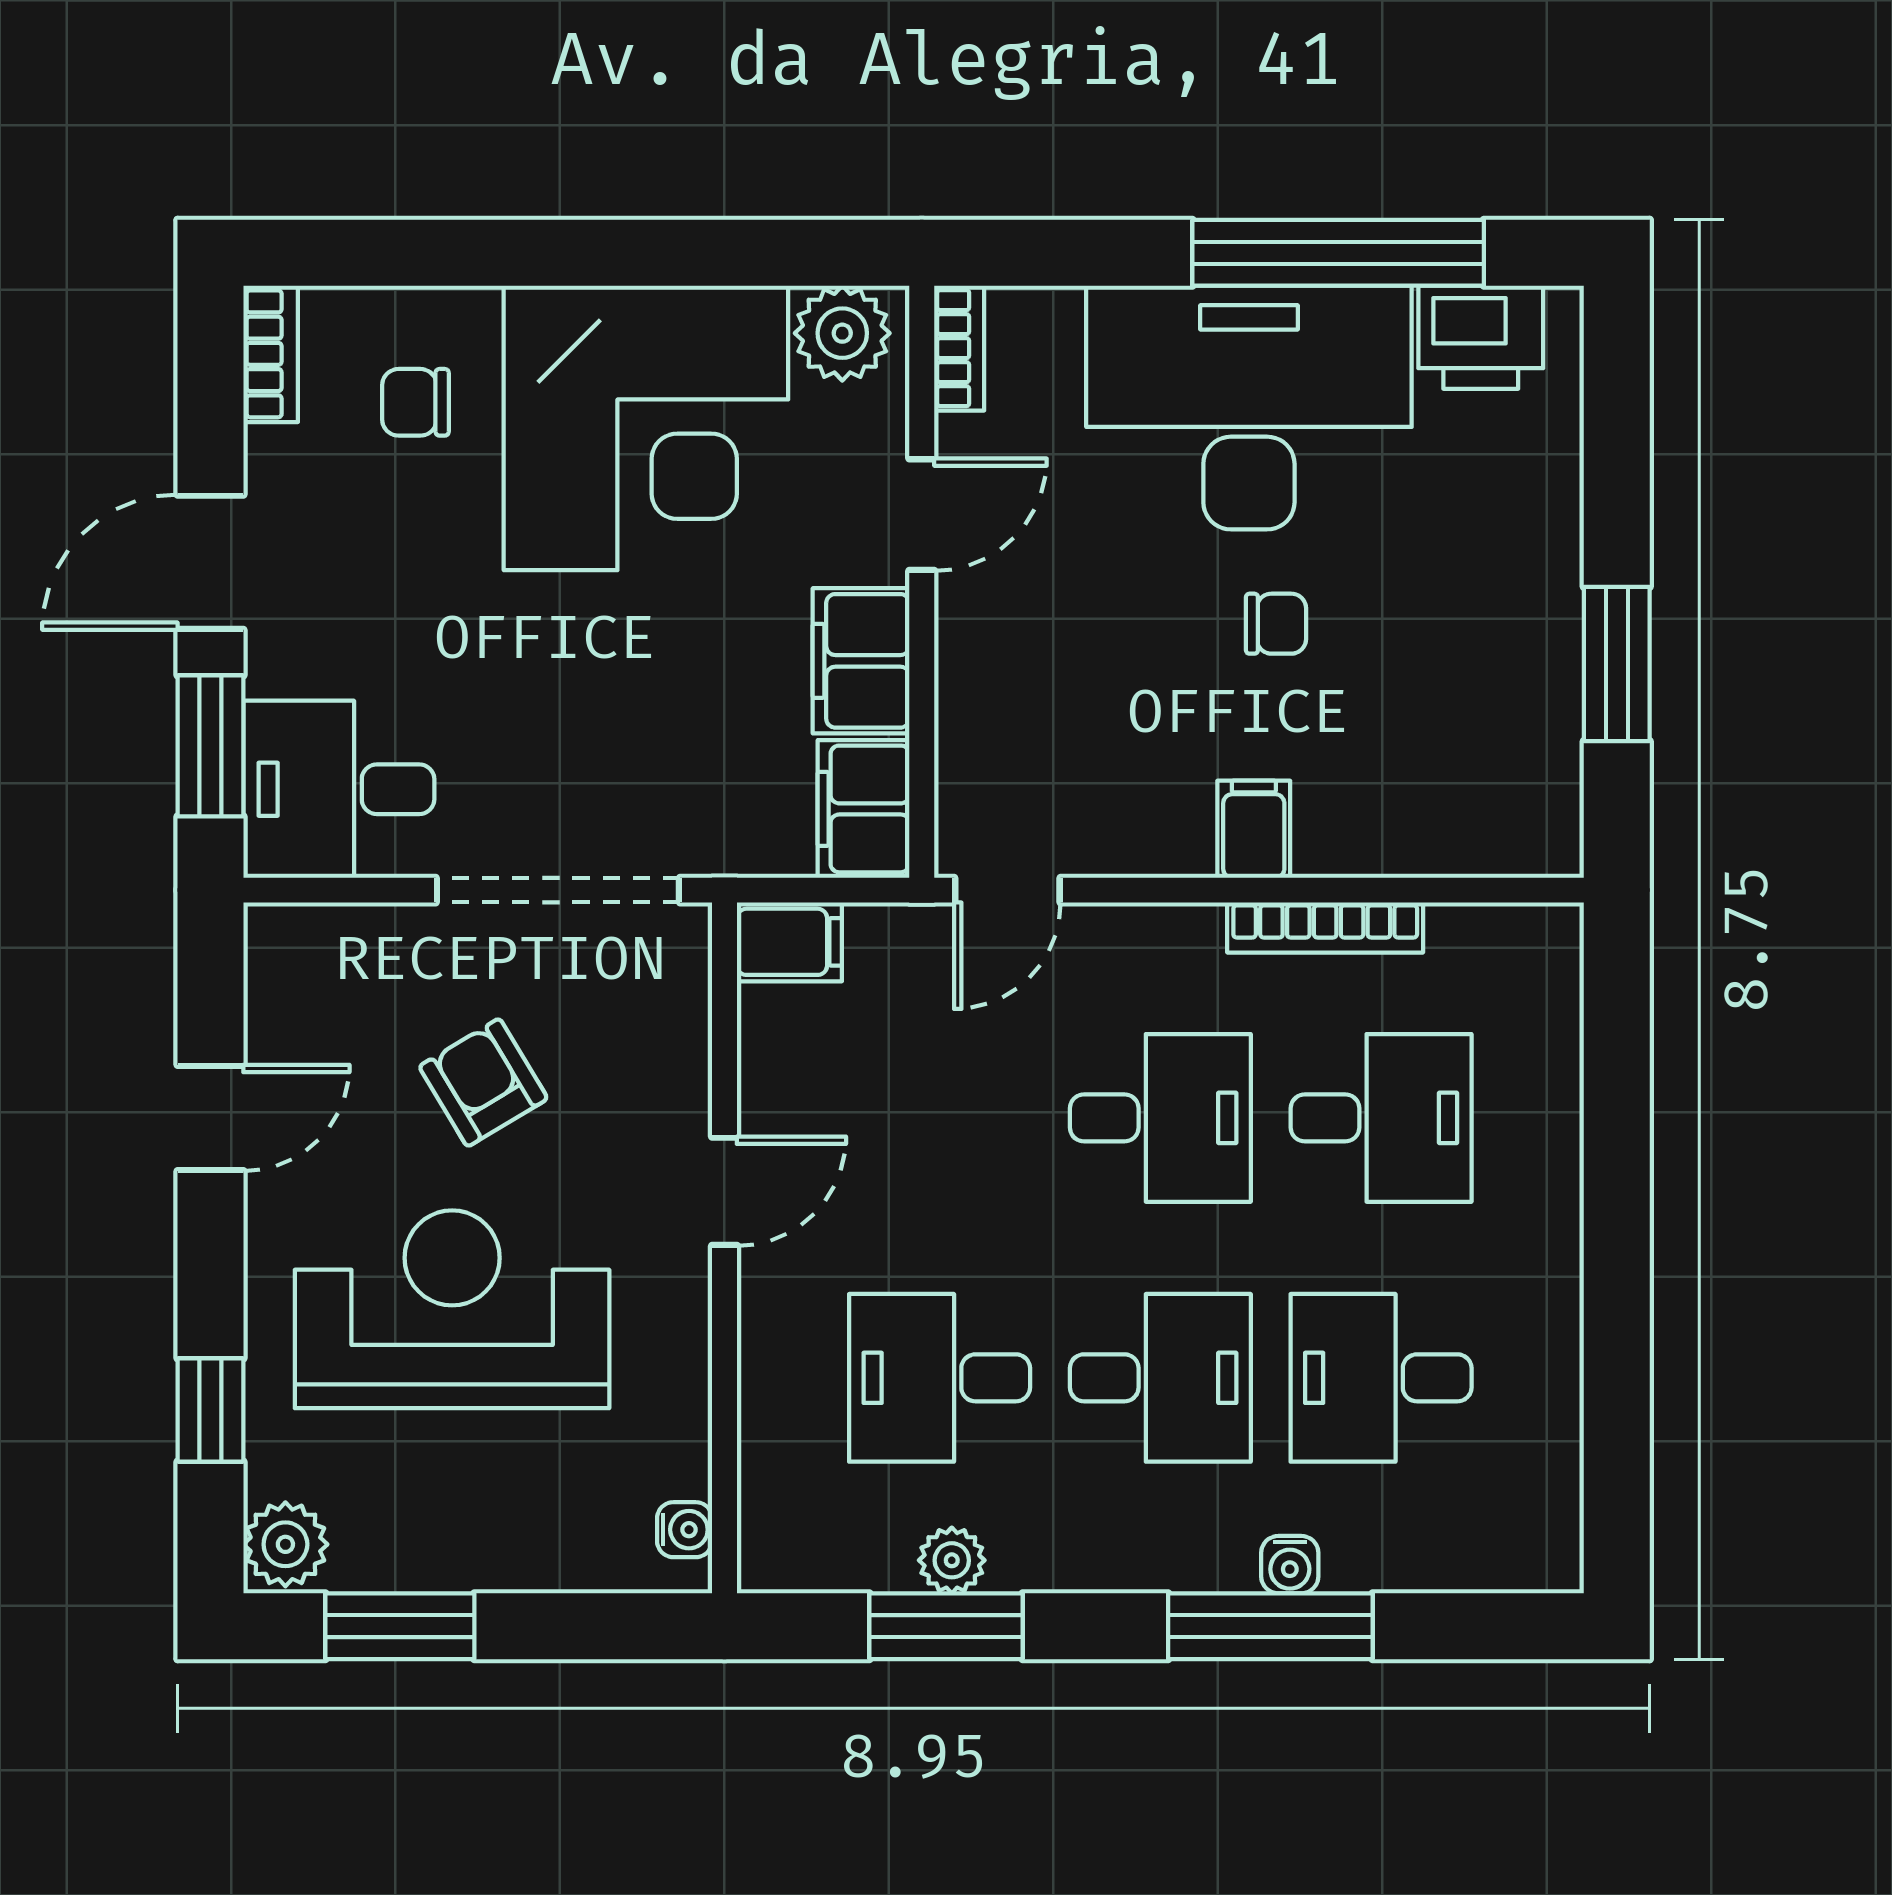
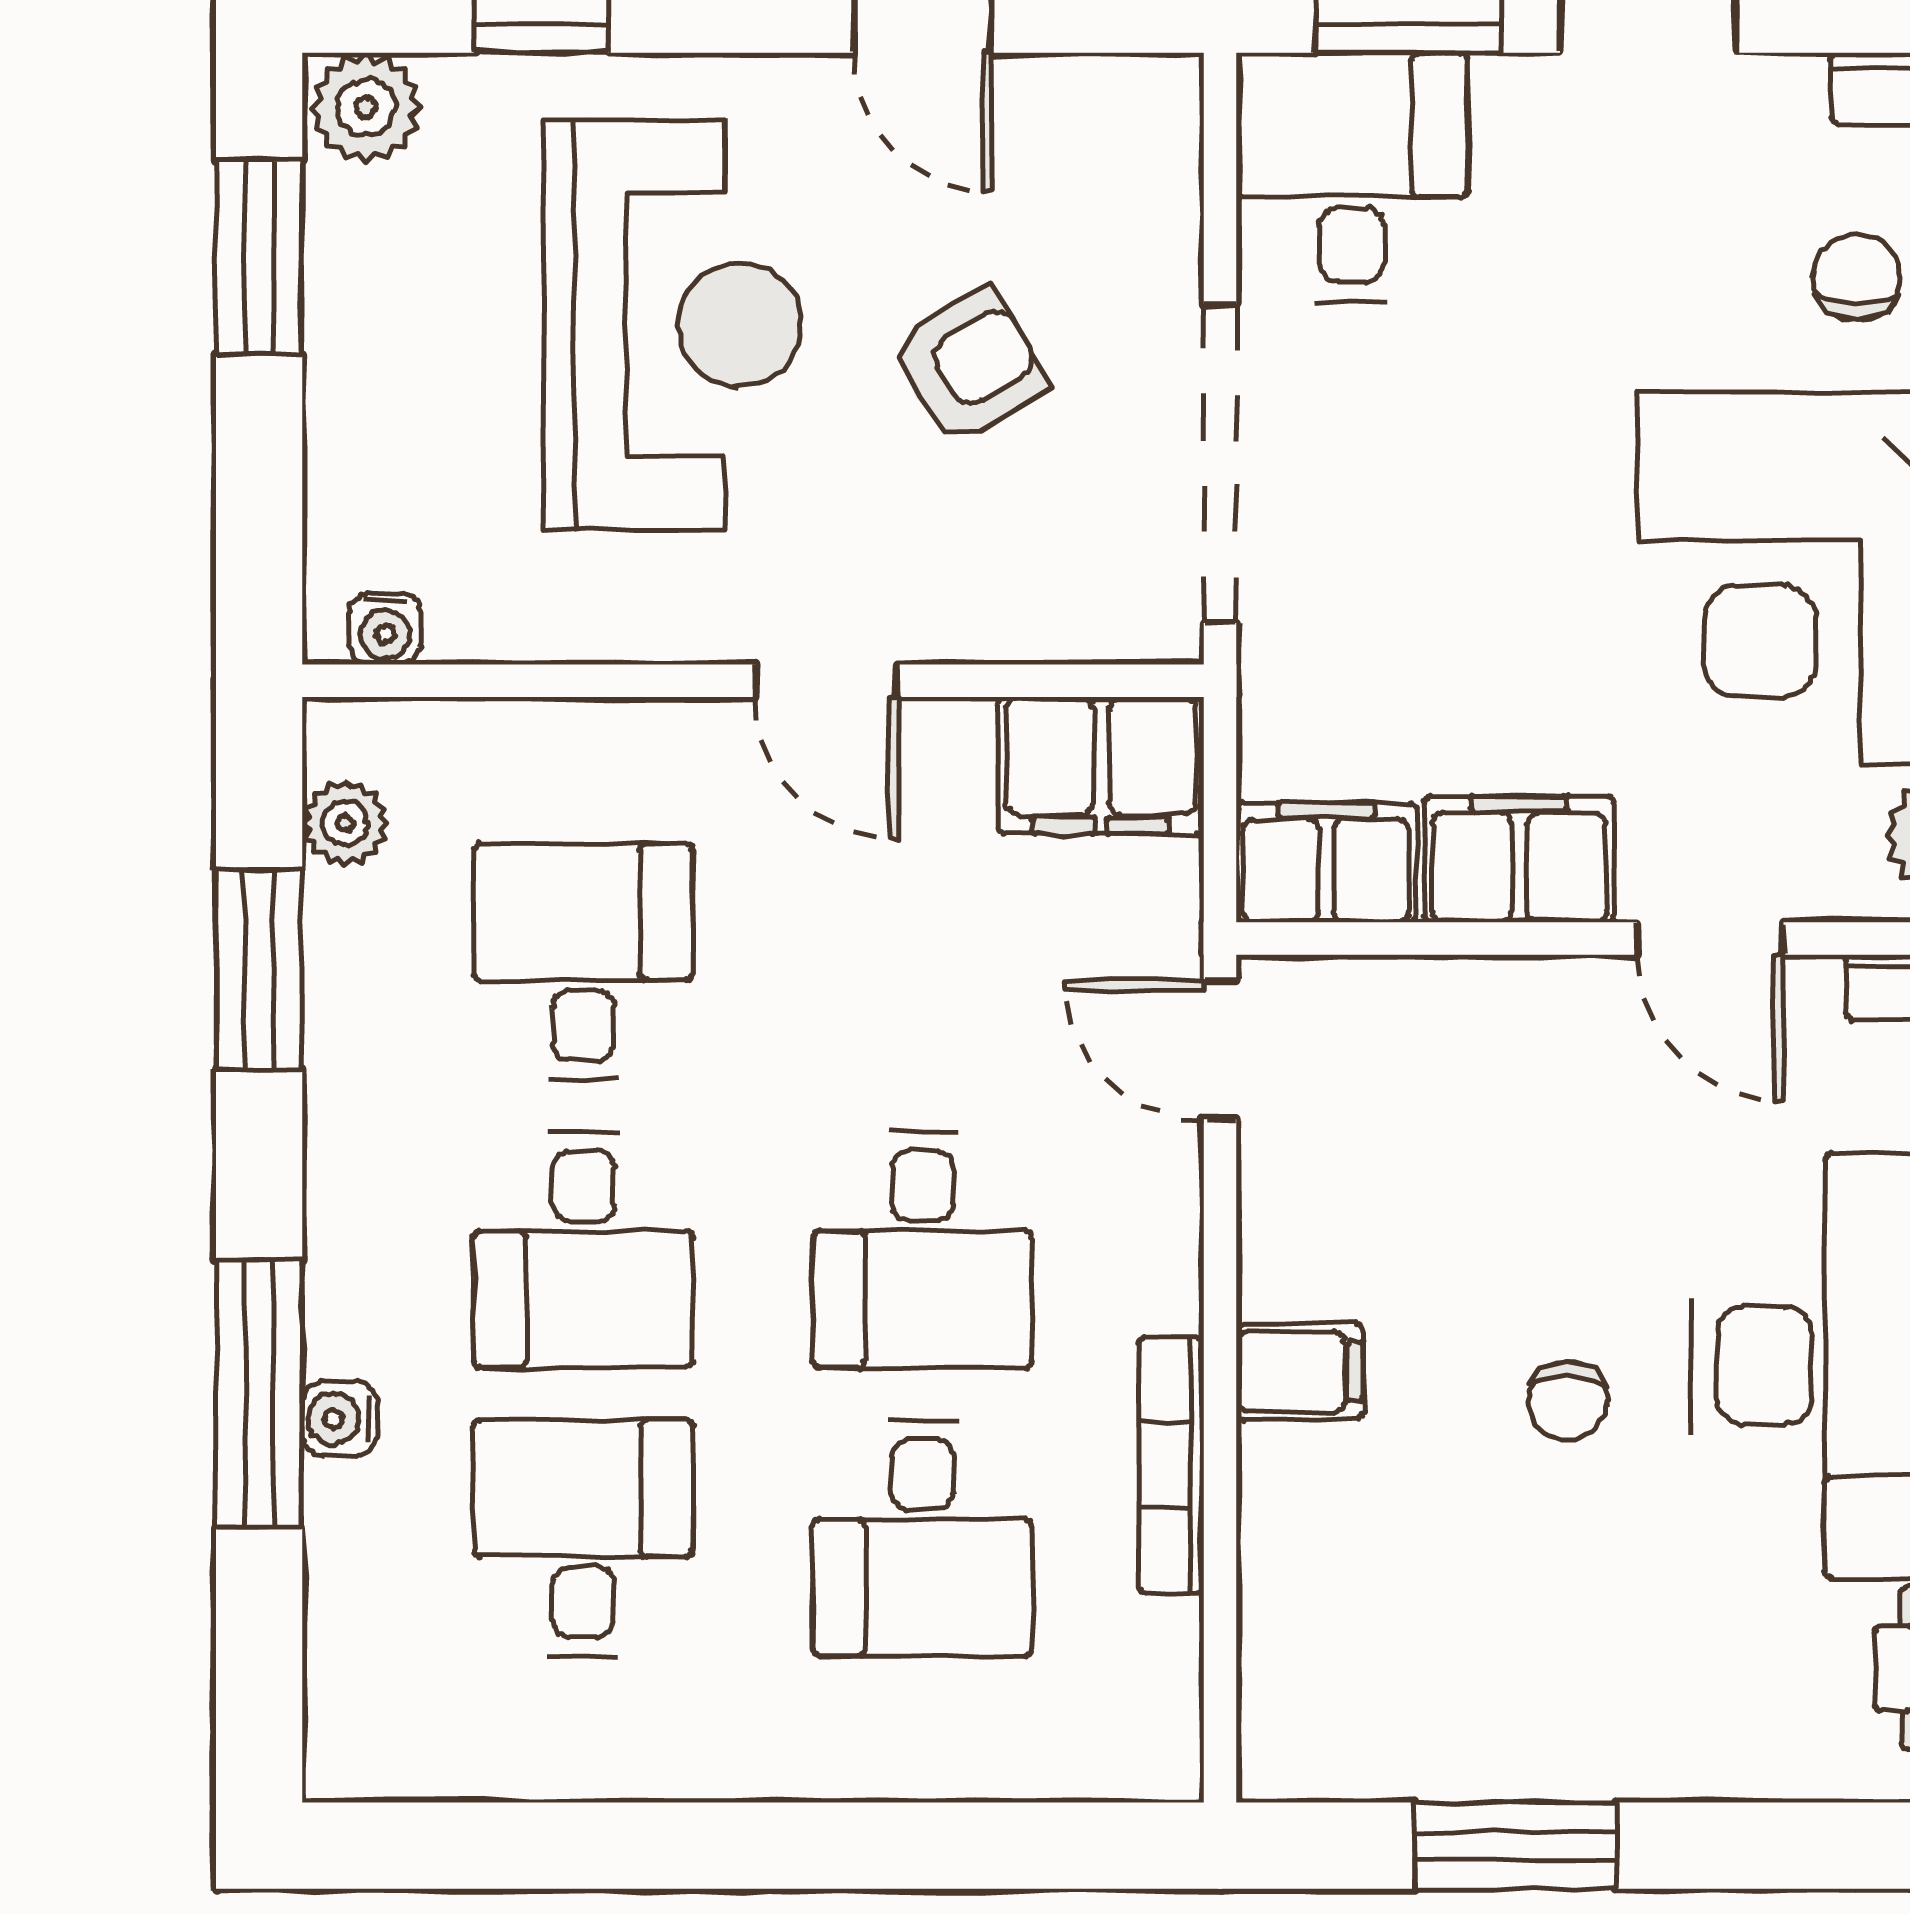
filing cabinet: (789, 942) -> (1101, 765), width x2.00
plant: (952, 1560) -> (345, 823), moved

